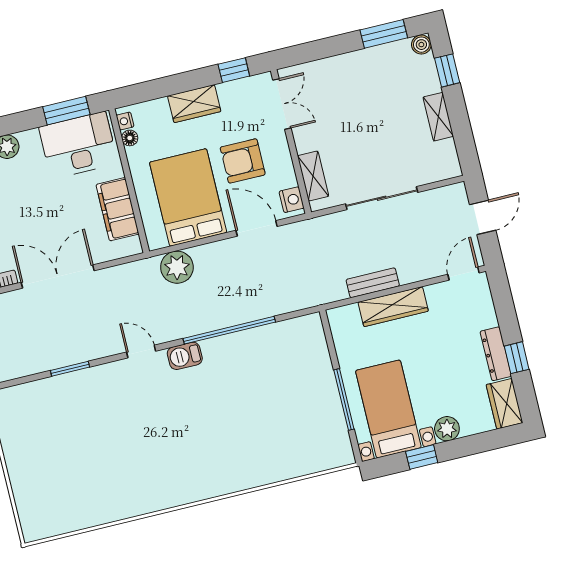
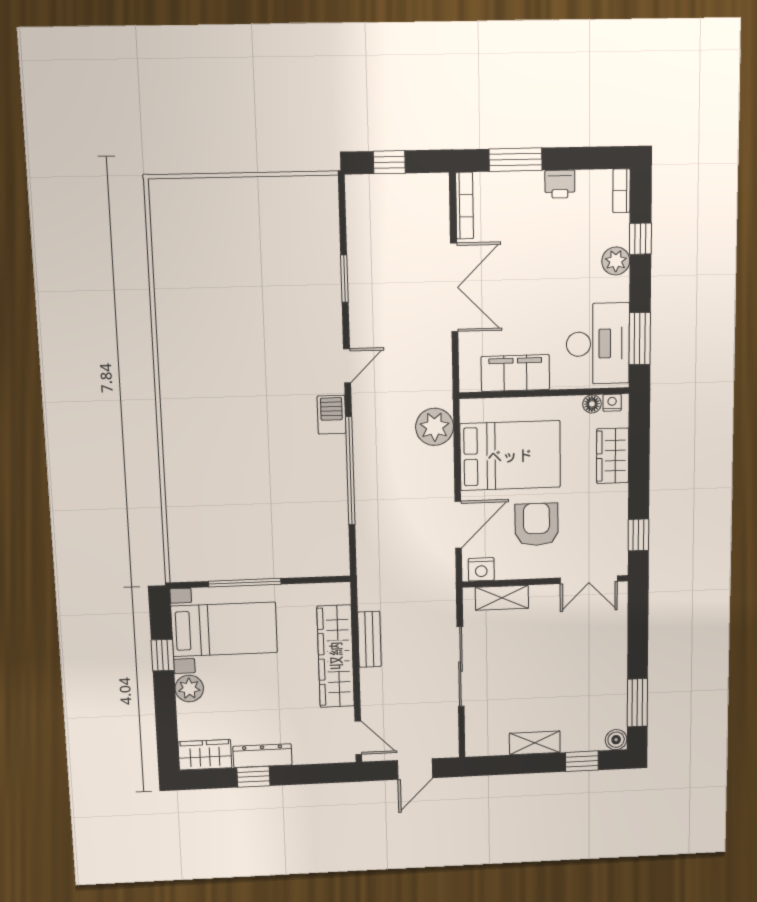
wardrobe: (194, 104) -> (613, 456), moved
door: (483, 217) -> (415, 769), hinge flipped
wardrobe: (393, 307) -> (336, 656), width x1.40, depth x1.17

